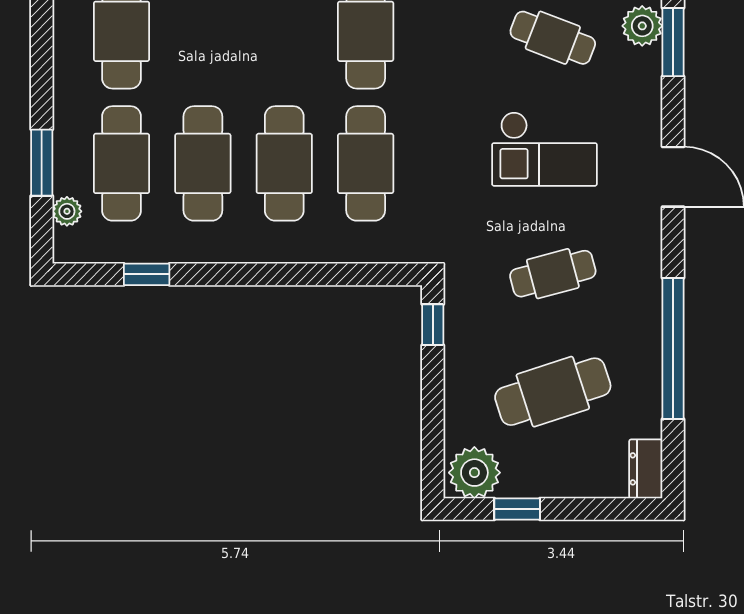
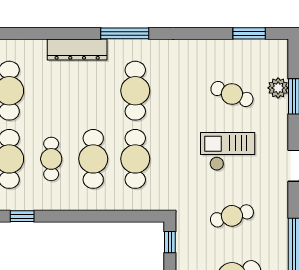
checkout: (544, 149) -> (228, 151), turned 180
cafe table: (203, 163) -> (51, 159), width x0.73, depth x0.74

